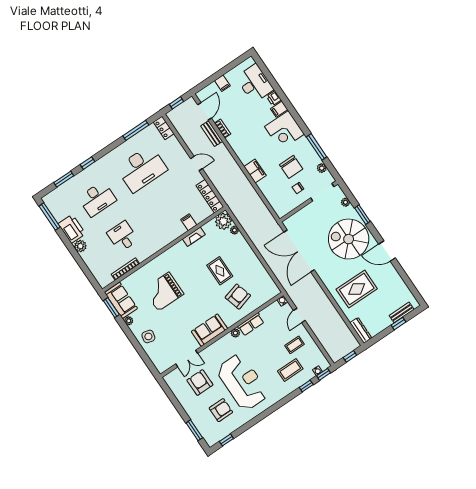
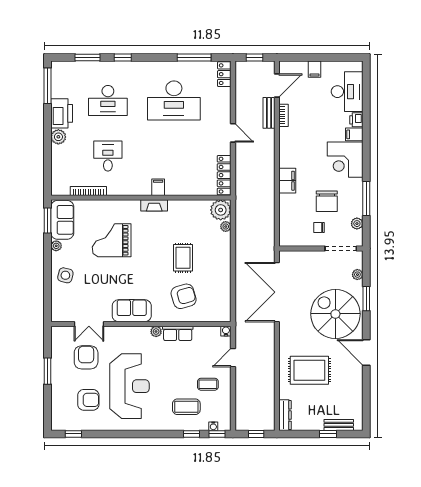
filing cabinet: (189, 222) -> (158, 187), moved
fireplace: (194, 237) -> (154, 205), moved
window: (194, 430) -> (47, 371), moved

